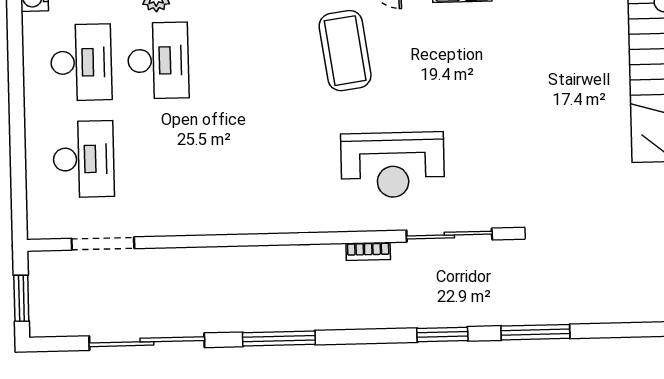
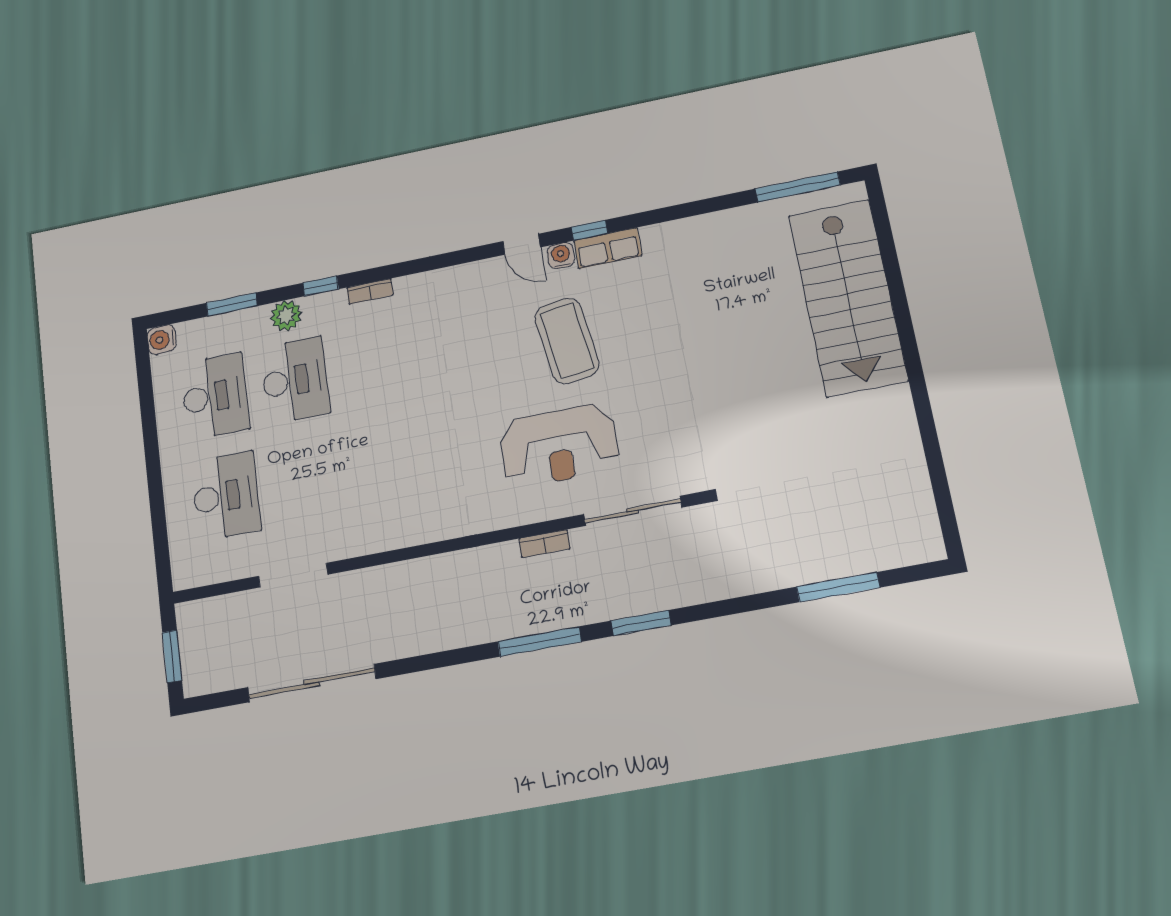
coffee table: (345, 51) -> (567, 341), moved
doorway: (103, 244) -> (293, 575), moved
window: (535, 332) -> (838, 587), moved
window: (279, 338) -> (540, 642), moved

